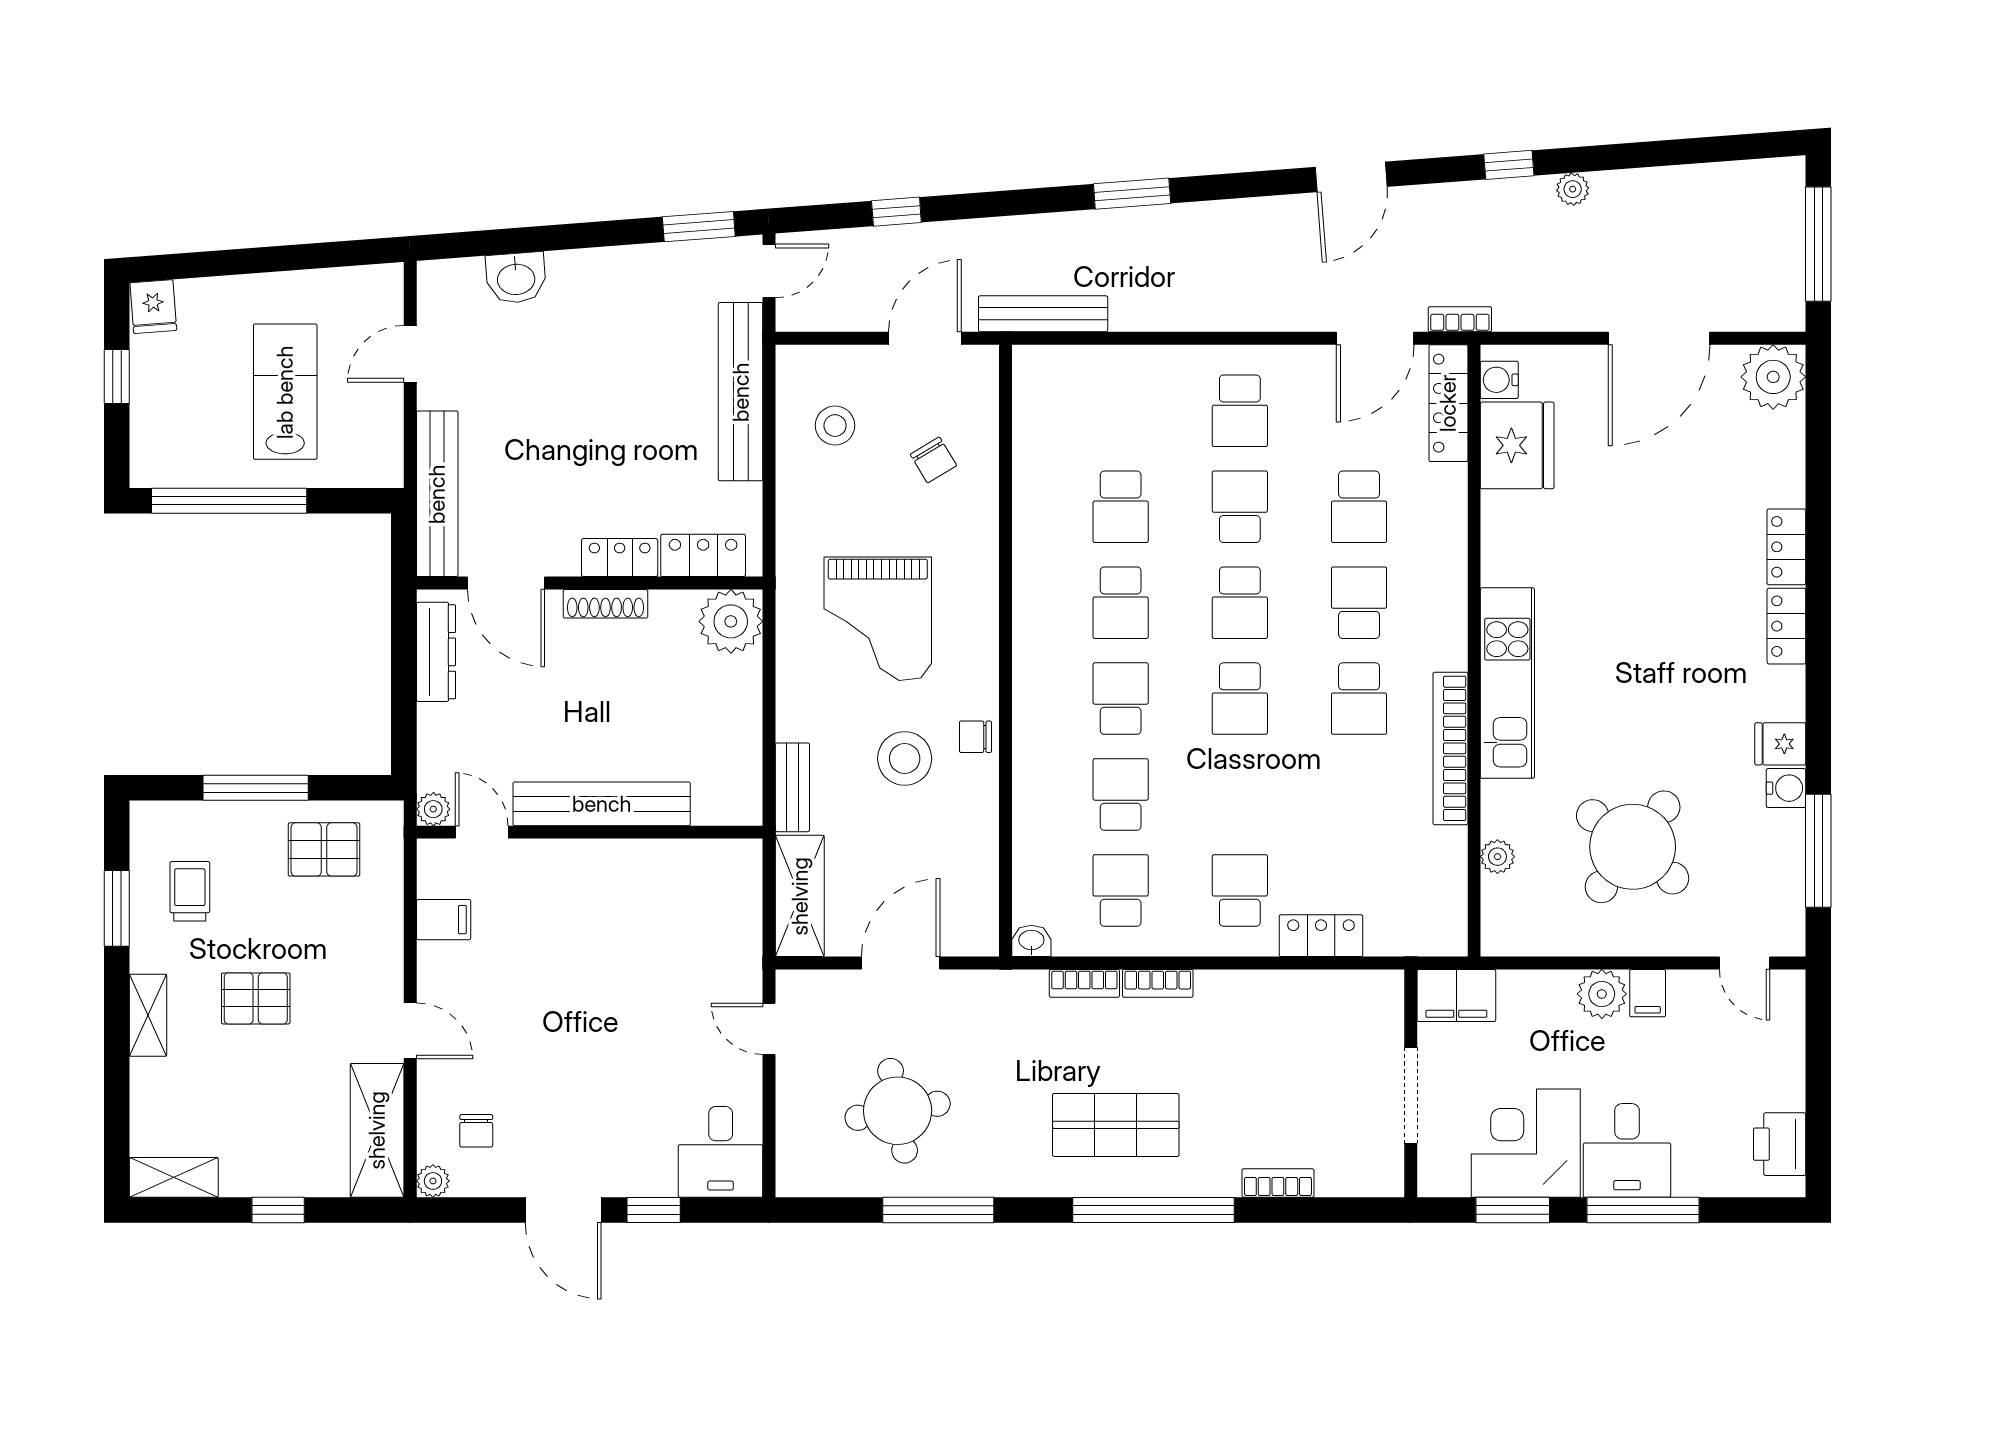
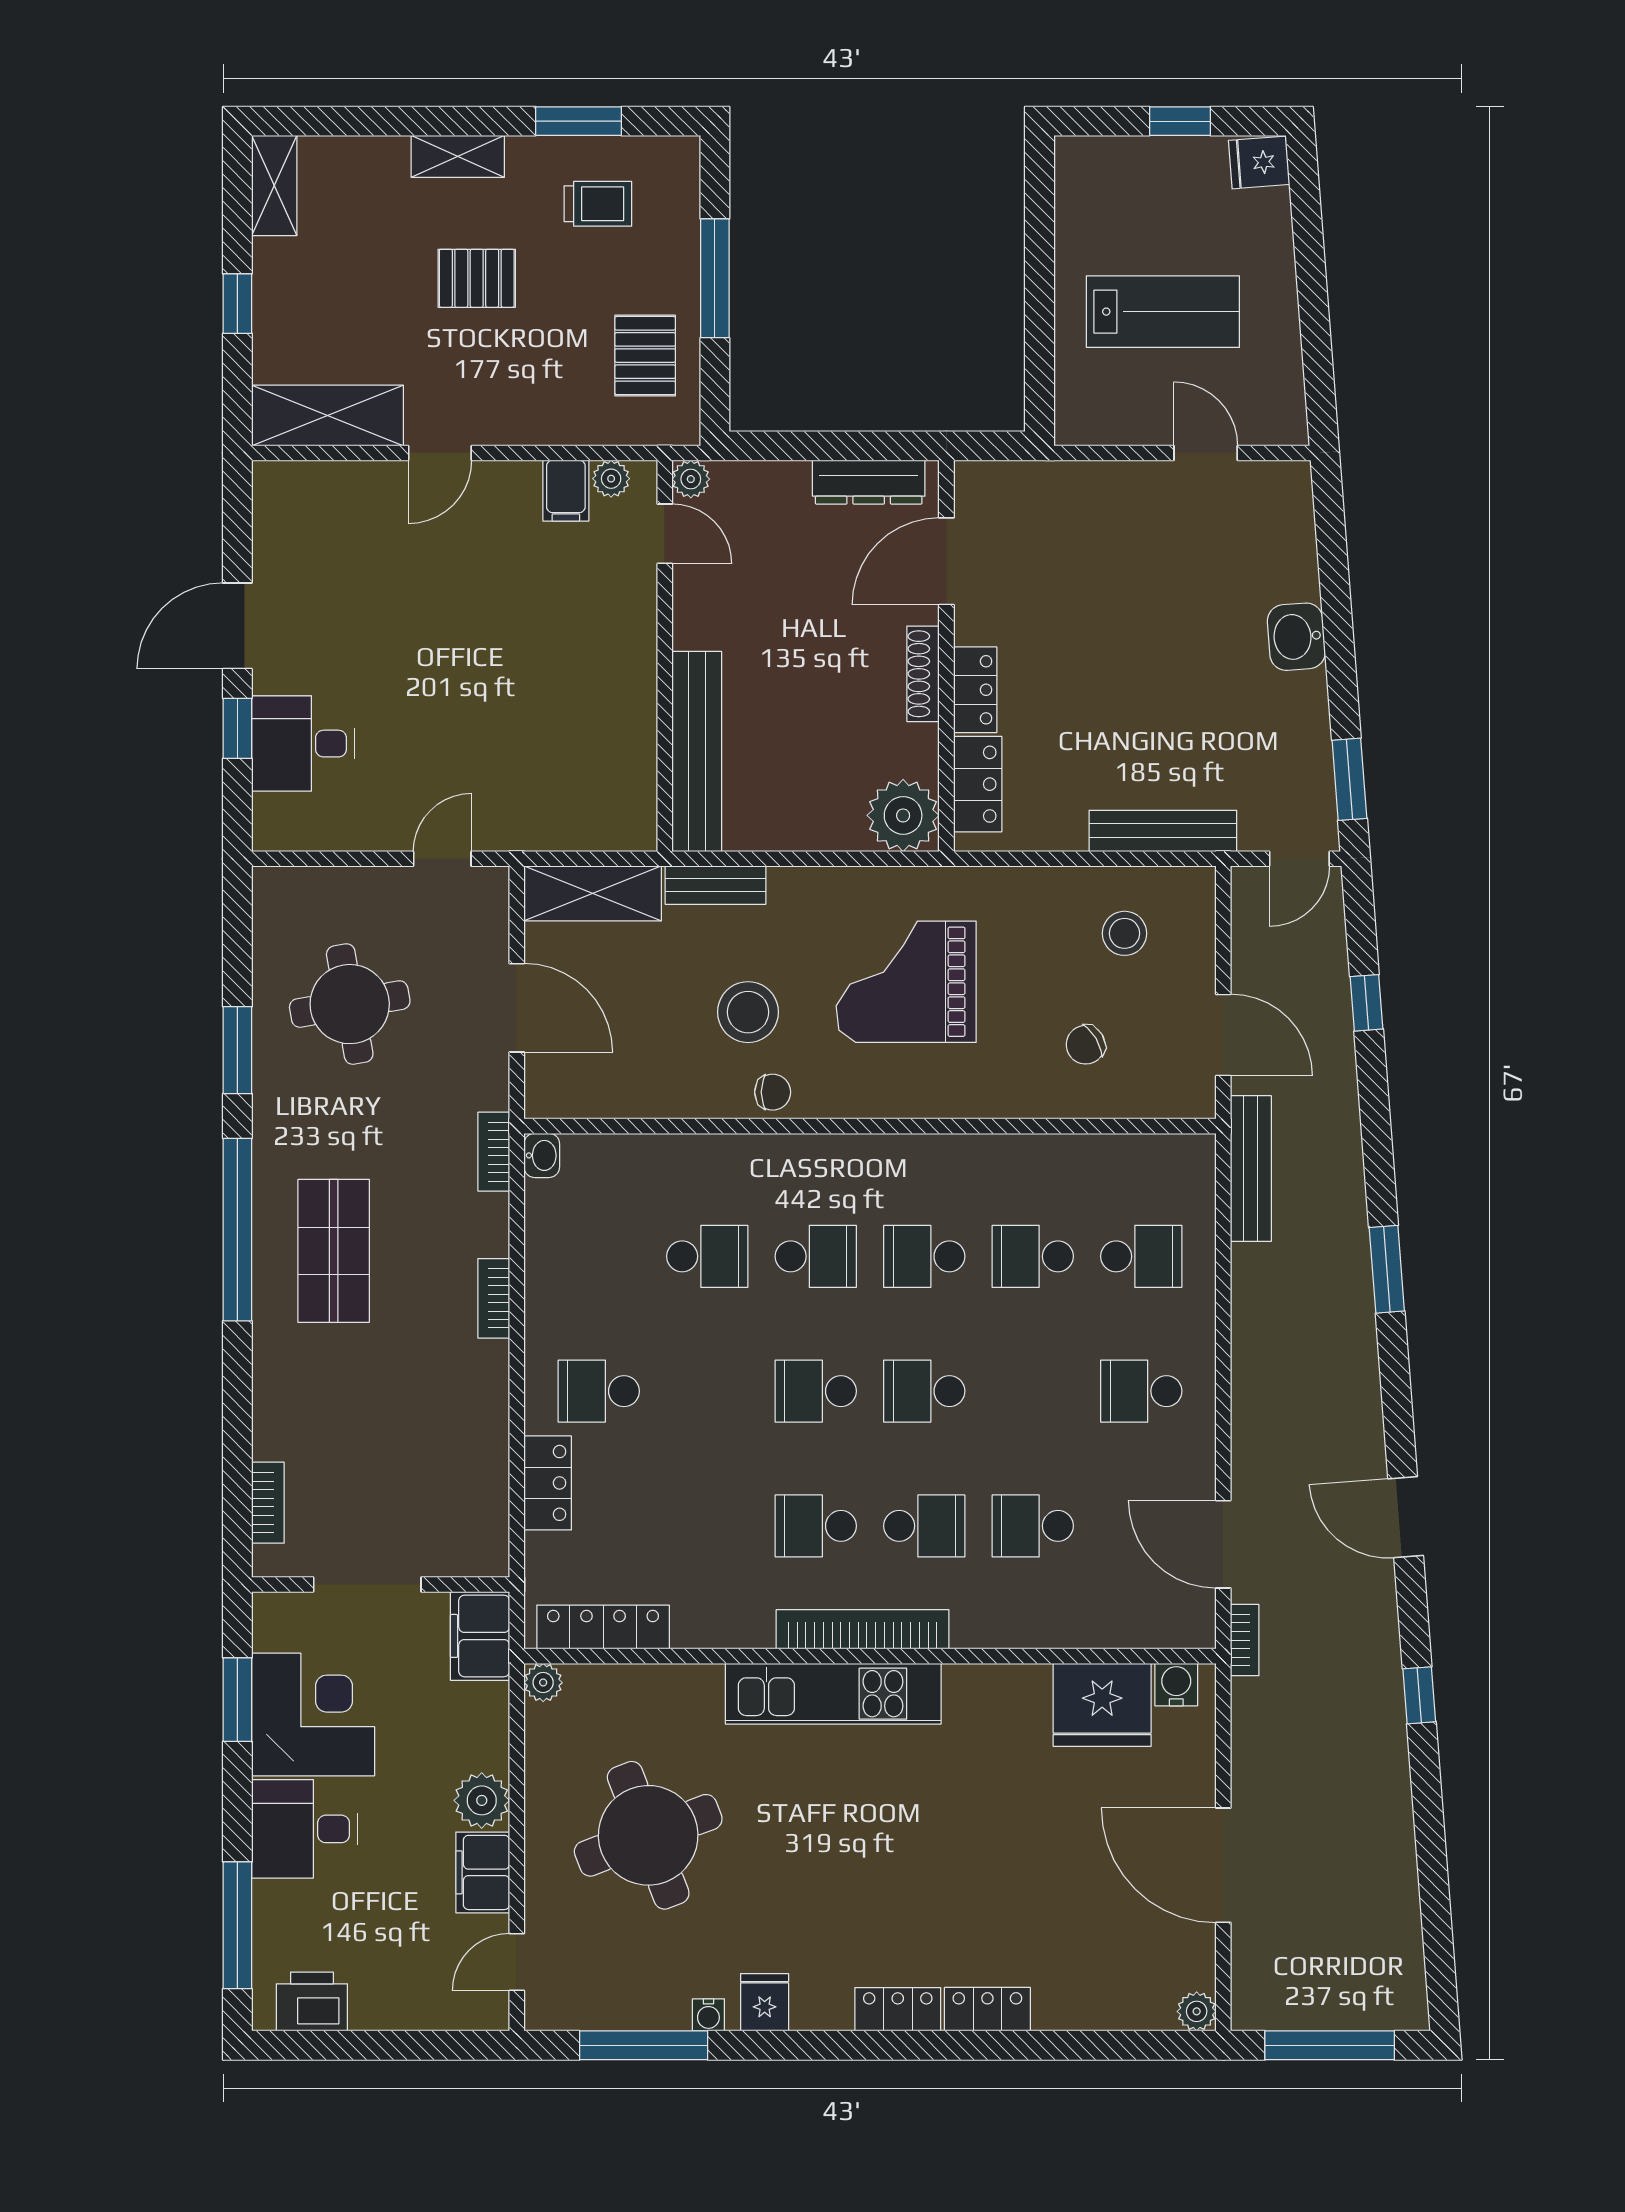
plant: (1573, 189) -> (1392, 1767), removed
door: (769, 271) -> (1299, 859), hinge flipped
washbasin: (516, 278) -> (1296, 637), moved
plant: (1773, 377) -> (1197, 2011), width x0.53, depth x0.53
bench: (741, 392) -> (1163, 831), width x0.73, depth x0.82
locker: (1448, 403) -> (603, 1627), moved
bench: (437, 494) -> (1047, 483), removed
window: (229, 501) -> (1040, 248), removed
school desk: (1240, 507) -> (1141, 1256), moved
chair: (975, 737) -> (773, 1092), turned 90
bookcase: (1450, 748) -> (863, 1629), moved
water cooler: (1786, 788) -> (708, 2015), width x0.72, depth x0.72
bench: (602, 804) -> (697, 752), moved
door: (482, 832) -> (665, 534), hinge flipped
round table: (1633, 847) -> (648, 1835), turned 31
plant: (1497, 857) -> (543, 1683), moved
school desk: (1121, 890) -> (599, 1256), removed
school desk: (1240, 890) -> (599, 1391), turned 180
bookcase: (1084, 983) -> (494, 1152), moved
filing cabinet: (1648, 993) -> (483, 1872), width x2.00
pallet: (256, 998) -> (477, 278), turned 90
chair: (476, 1131) -> (327, 528), removed
desk: (721, 1152) -> (303, 744), moved
plant: (433, 1181) -> (611, 479), moved
bookcase: (1278, 1183) -> (268, 1503), moved
window: (938, 1210) -> (237, 1050), width x0.69
window: (1153, 1210) -> (237, 1230), moved
window: (1643, 1210) -> (237, 1925), moved

